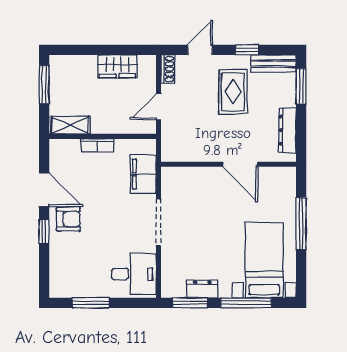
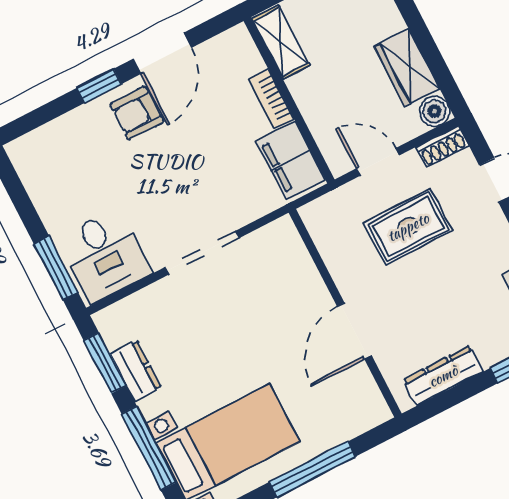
boiler: (147, 64) -> (435, 111), added
rug: (233, 92) -> (408, 227), moved
filing cabinet: (143, 174) -> (291, 160), moved, turned -90
armchair: (68, 219) -> (137, 113), turned 90
window: (91, 303) -> (56, 268), moved

